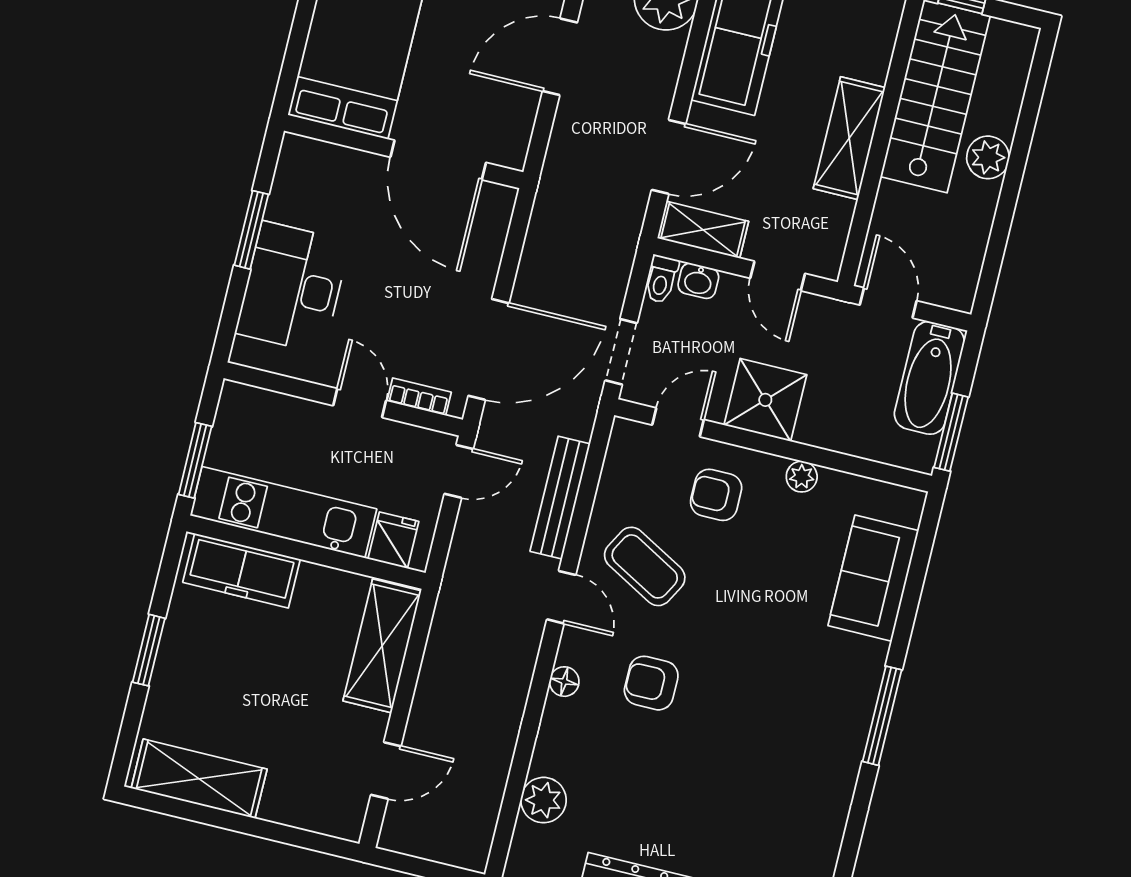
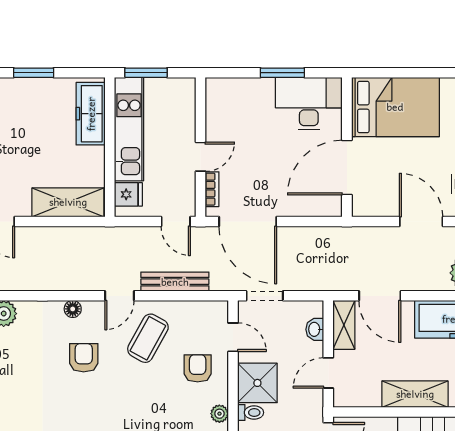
toilet: (661, 279) -> (251, 413), moved, turned 180
desk: (293, 287) -> (309, 104), moved

